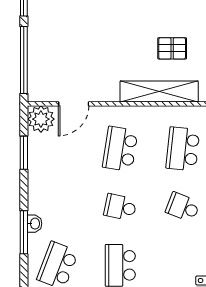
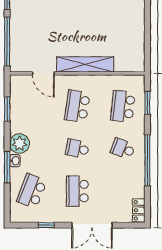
pallet: (172, 48) -> (115, 33), removed
shelving: (159, 91) -> (85, 64), moved
door: (74, 104) -> (43, 73), hinge flipped
plant: (41, 119) -> (20, 143), moved

